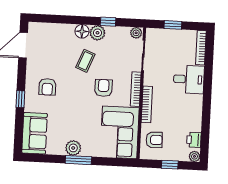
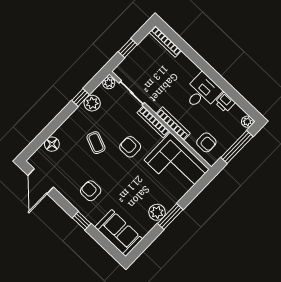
floor lamp: (82, 31) -> (52, 144), moved
plant: (97, 33) -> (92, 103), moved
desk: (189, 79) -> (202, 92), moved
armchair: (47, 87) -> (91, 191), turned 180
armchair: (154, 140) -> (206, 142), turned 92
printer: (194, 140) -> (225, 102), moved
window: (170, 165) -> (237, 147), width x2.17

